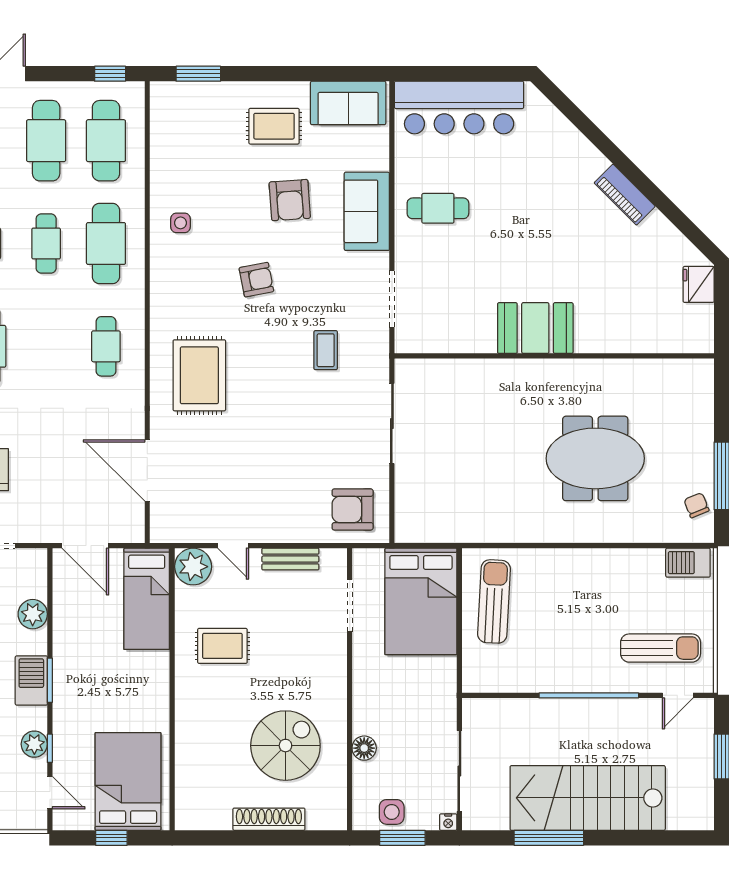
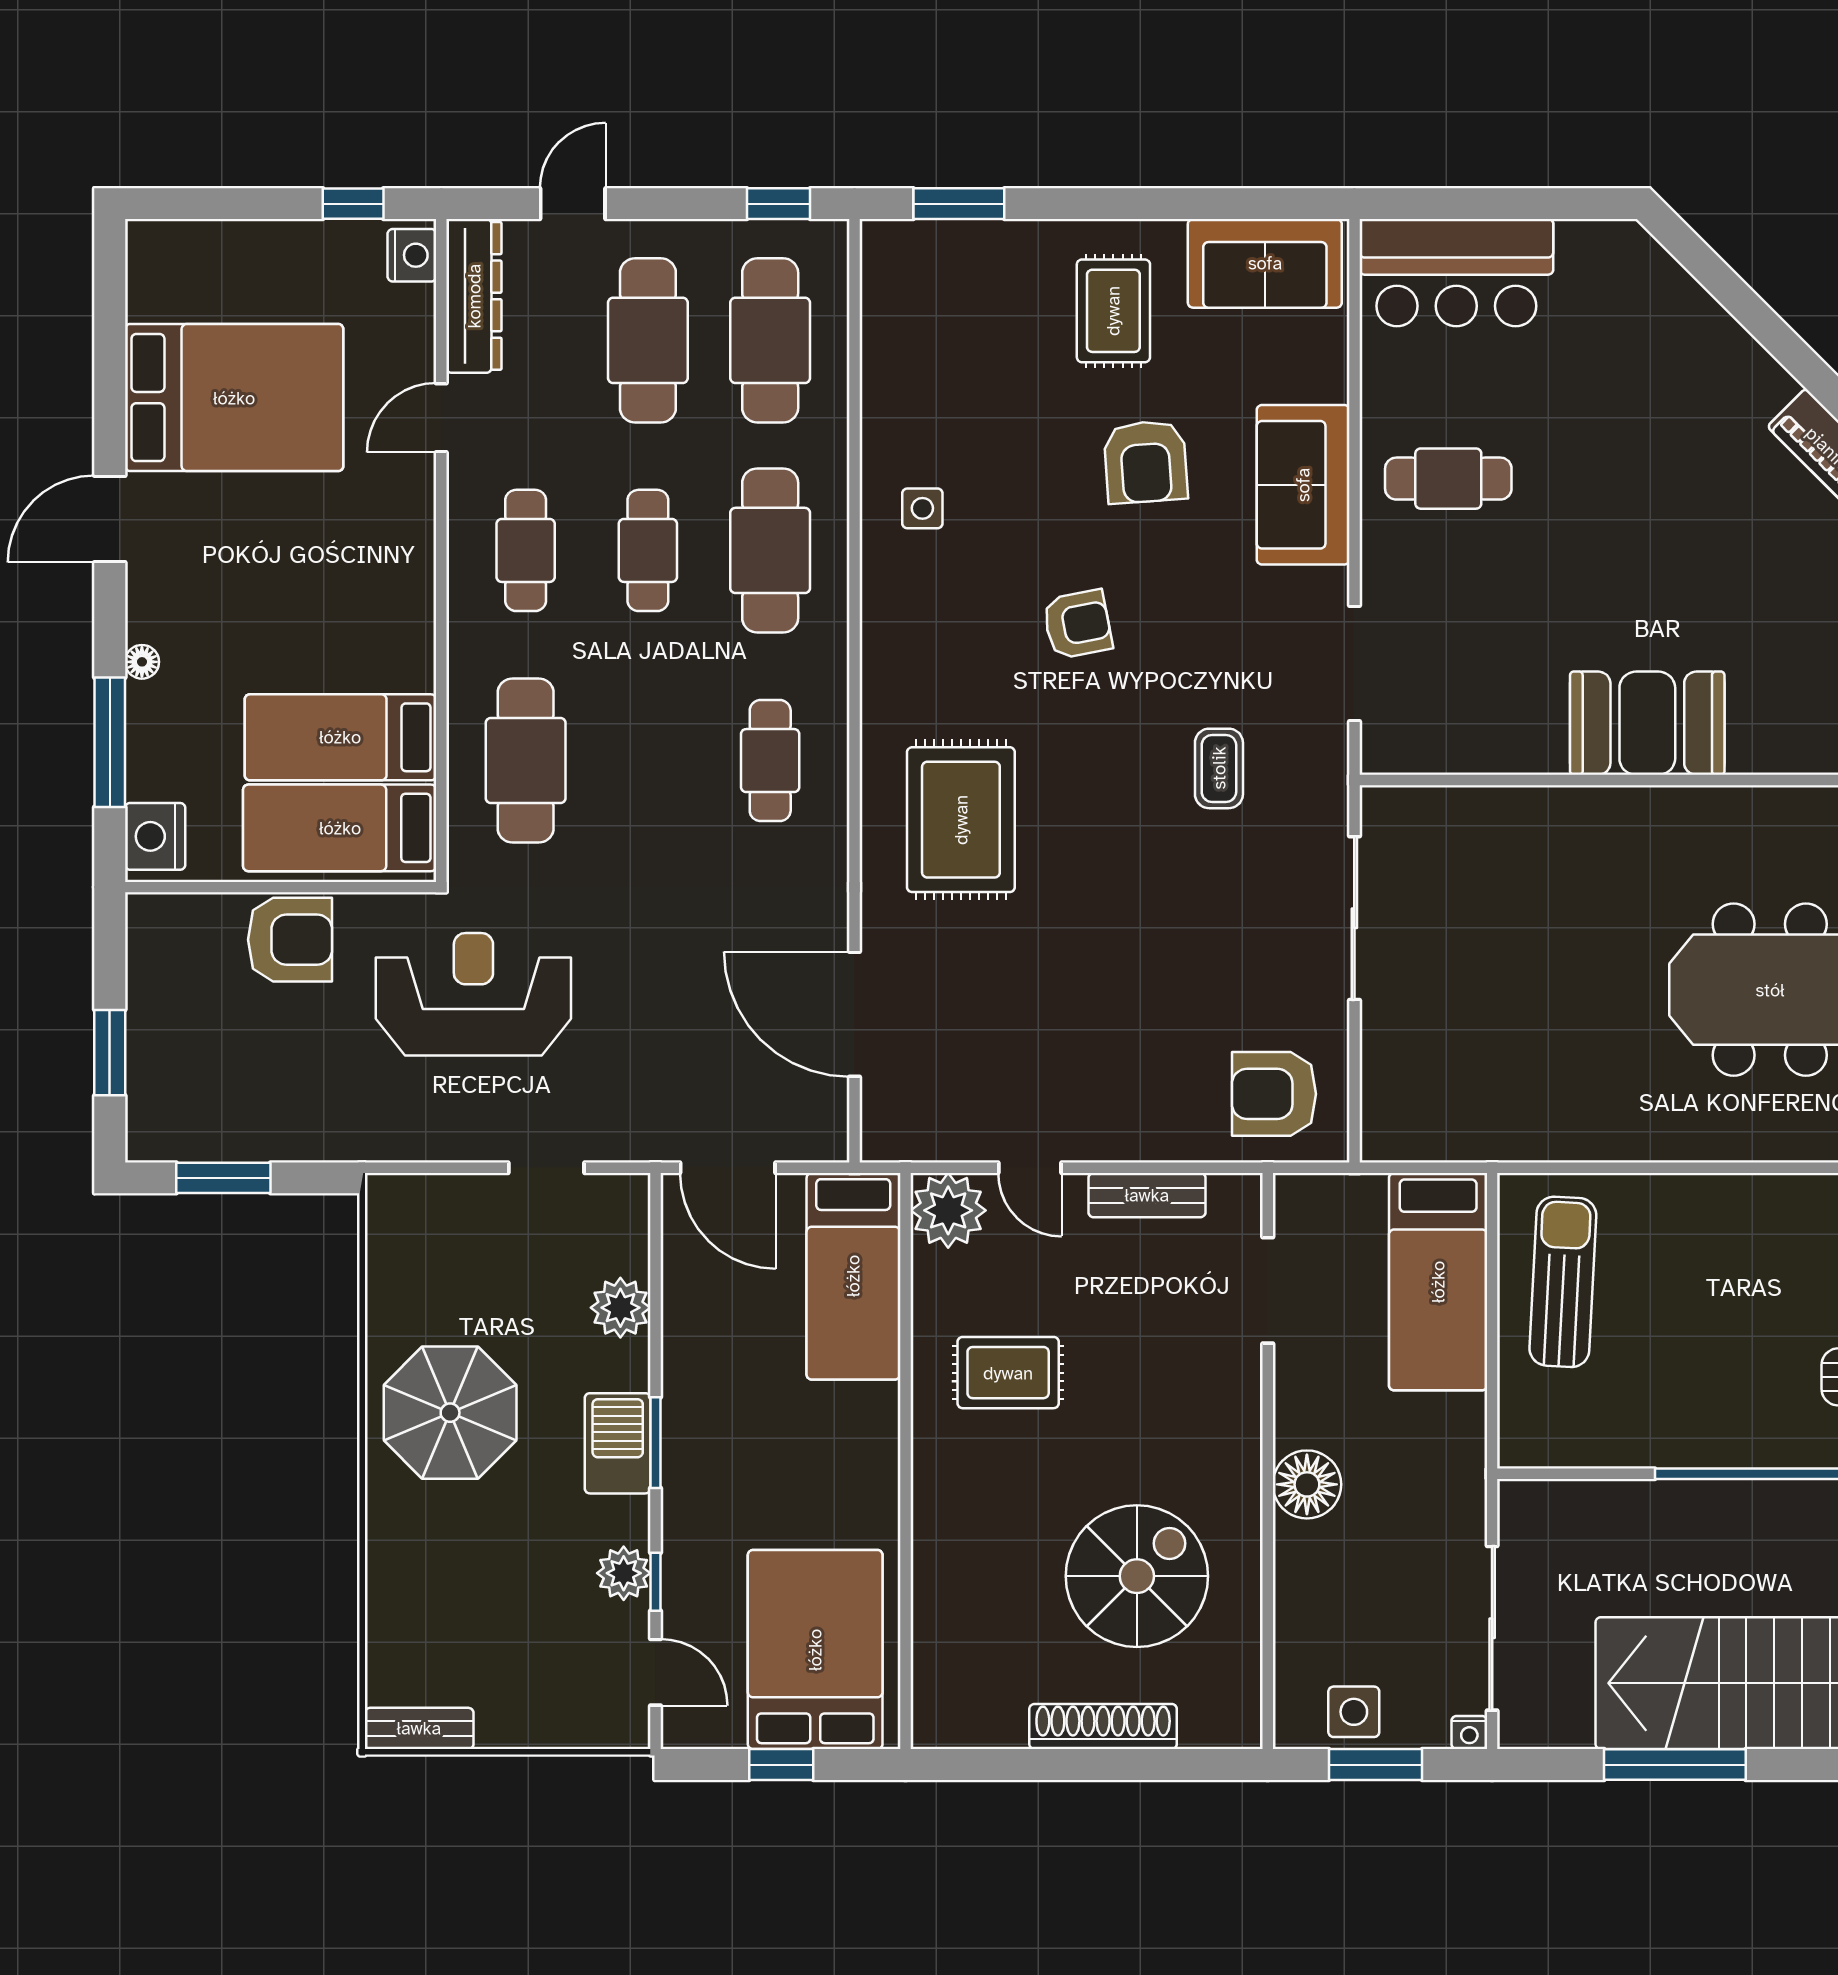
bar counter: (459, 107) -> (1456, 273), width x0.73
rug: (274, 126) -> (1113, 311), turned 90
bed: (421, 601) -> (1438, 1282), width x0.67
floor lamp: (364, 748) -> (1307, 1484), moved, width x1.38, depth x1.38

